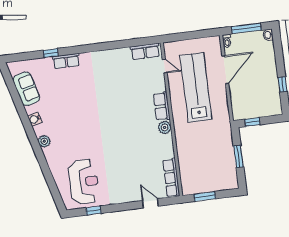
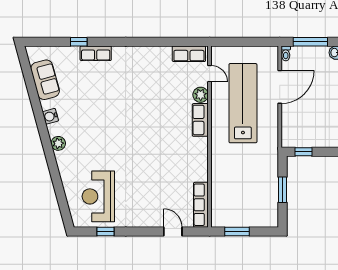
plant: (165, 127) -> (201, 95), moved
reception desk: (84, 182) -> (98, 196), turned 180

